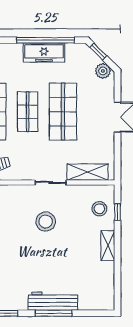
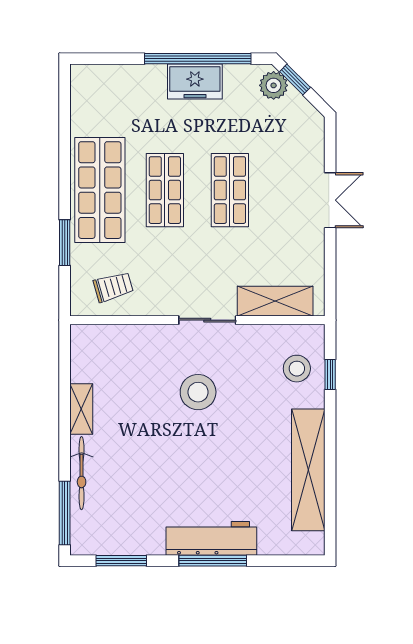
freezer: (44, 53) -> (195, 82), width x0.71
plant: (103, 71) -> (274, 85), moved
shop shelf: (63, 112) -> (230, 190), width x0.70, depth x0.74
shelving: (108, 246) -> (308, 470), width x2.20, depth x1.33

